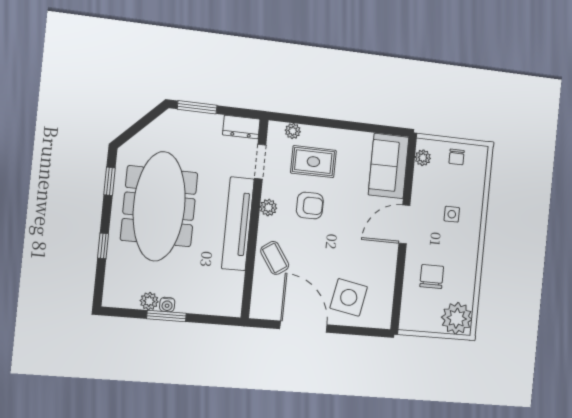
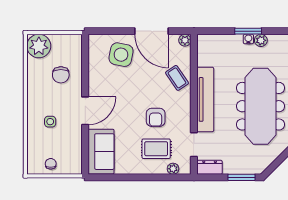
plant: (423, 158) -> (76, 160), removed
armchair: (310, 206) -> (156, 117), turned -90
plant: (268, 208) -> (185, 40), moved

